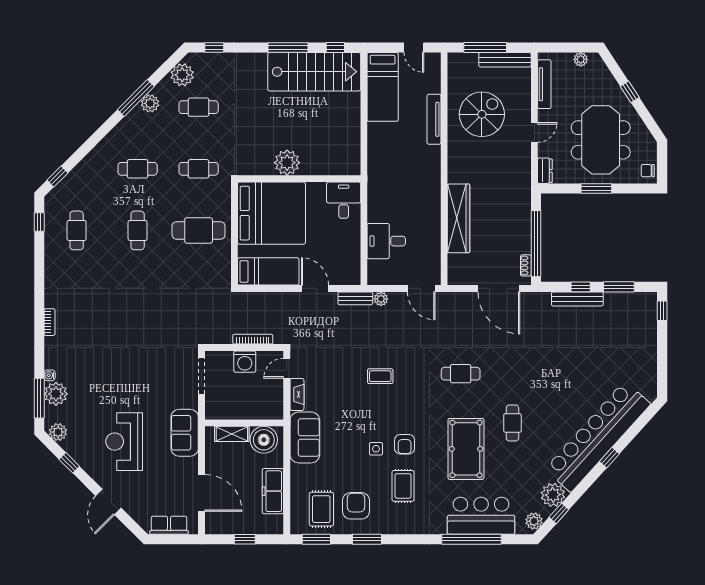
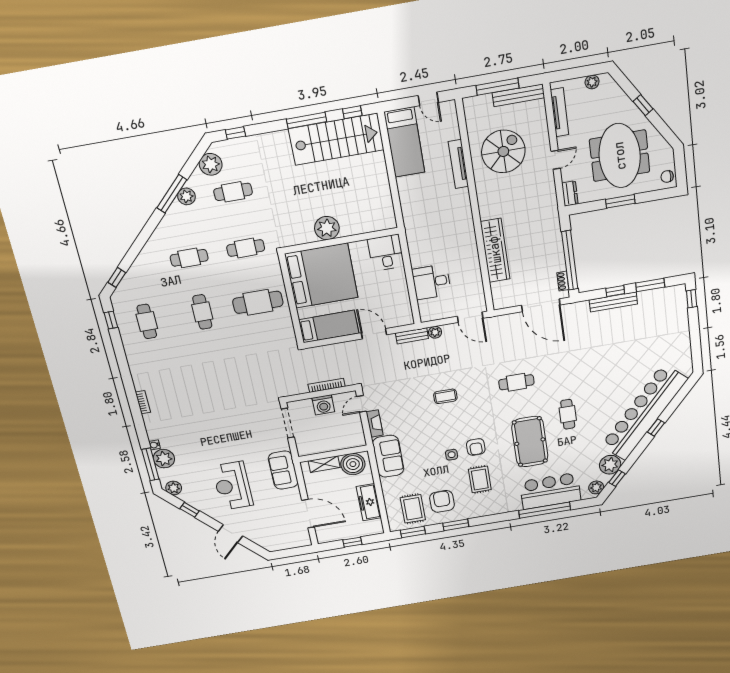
row of seats: (169, 525) -> (286, 542), removed

